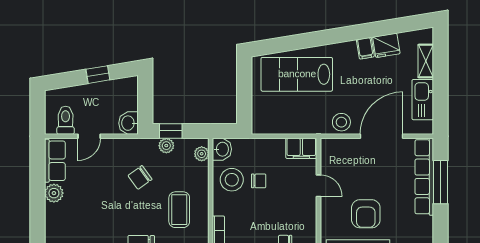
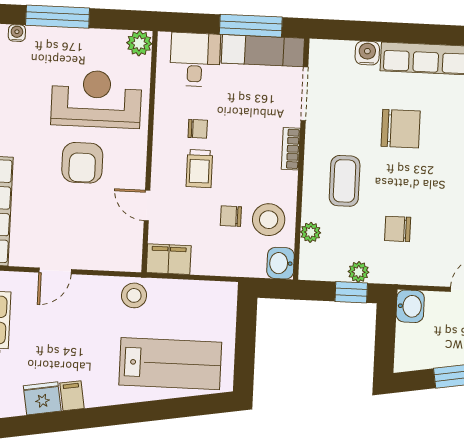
stool: (341, 122) -> (134, 295), moved
door: (381, 136) -> (55, 271), width x0.53
plant: (202, 154) -> (311, 232), moved
chair: (140, 177) -> (398, 229), turned -144
trolley: (283, 214) -> (199, 169), added
armchair: (366, 214) -> (82, 163), turned 180

